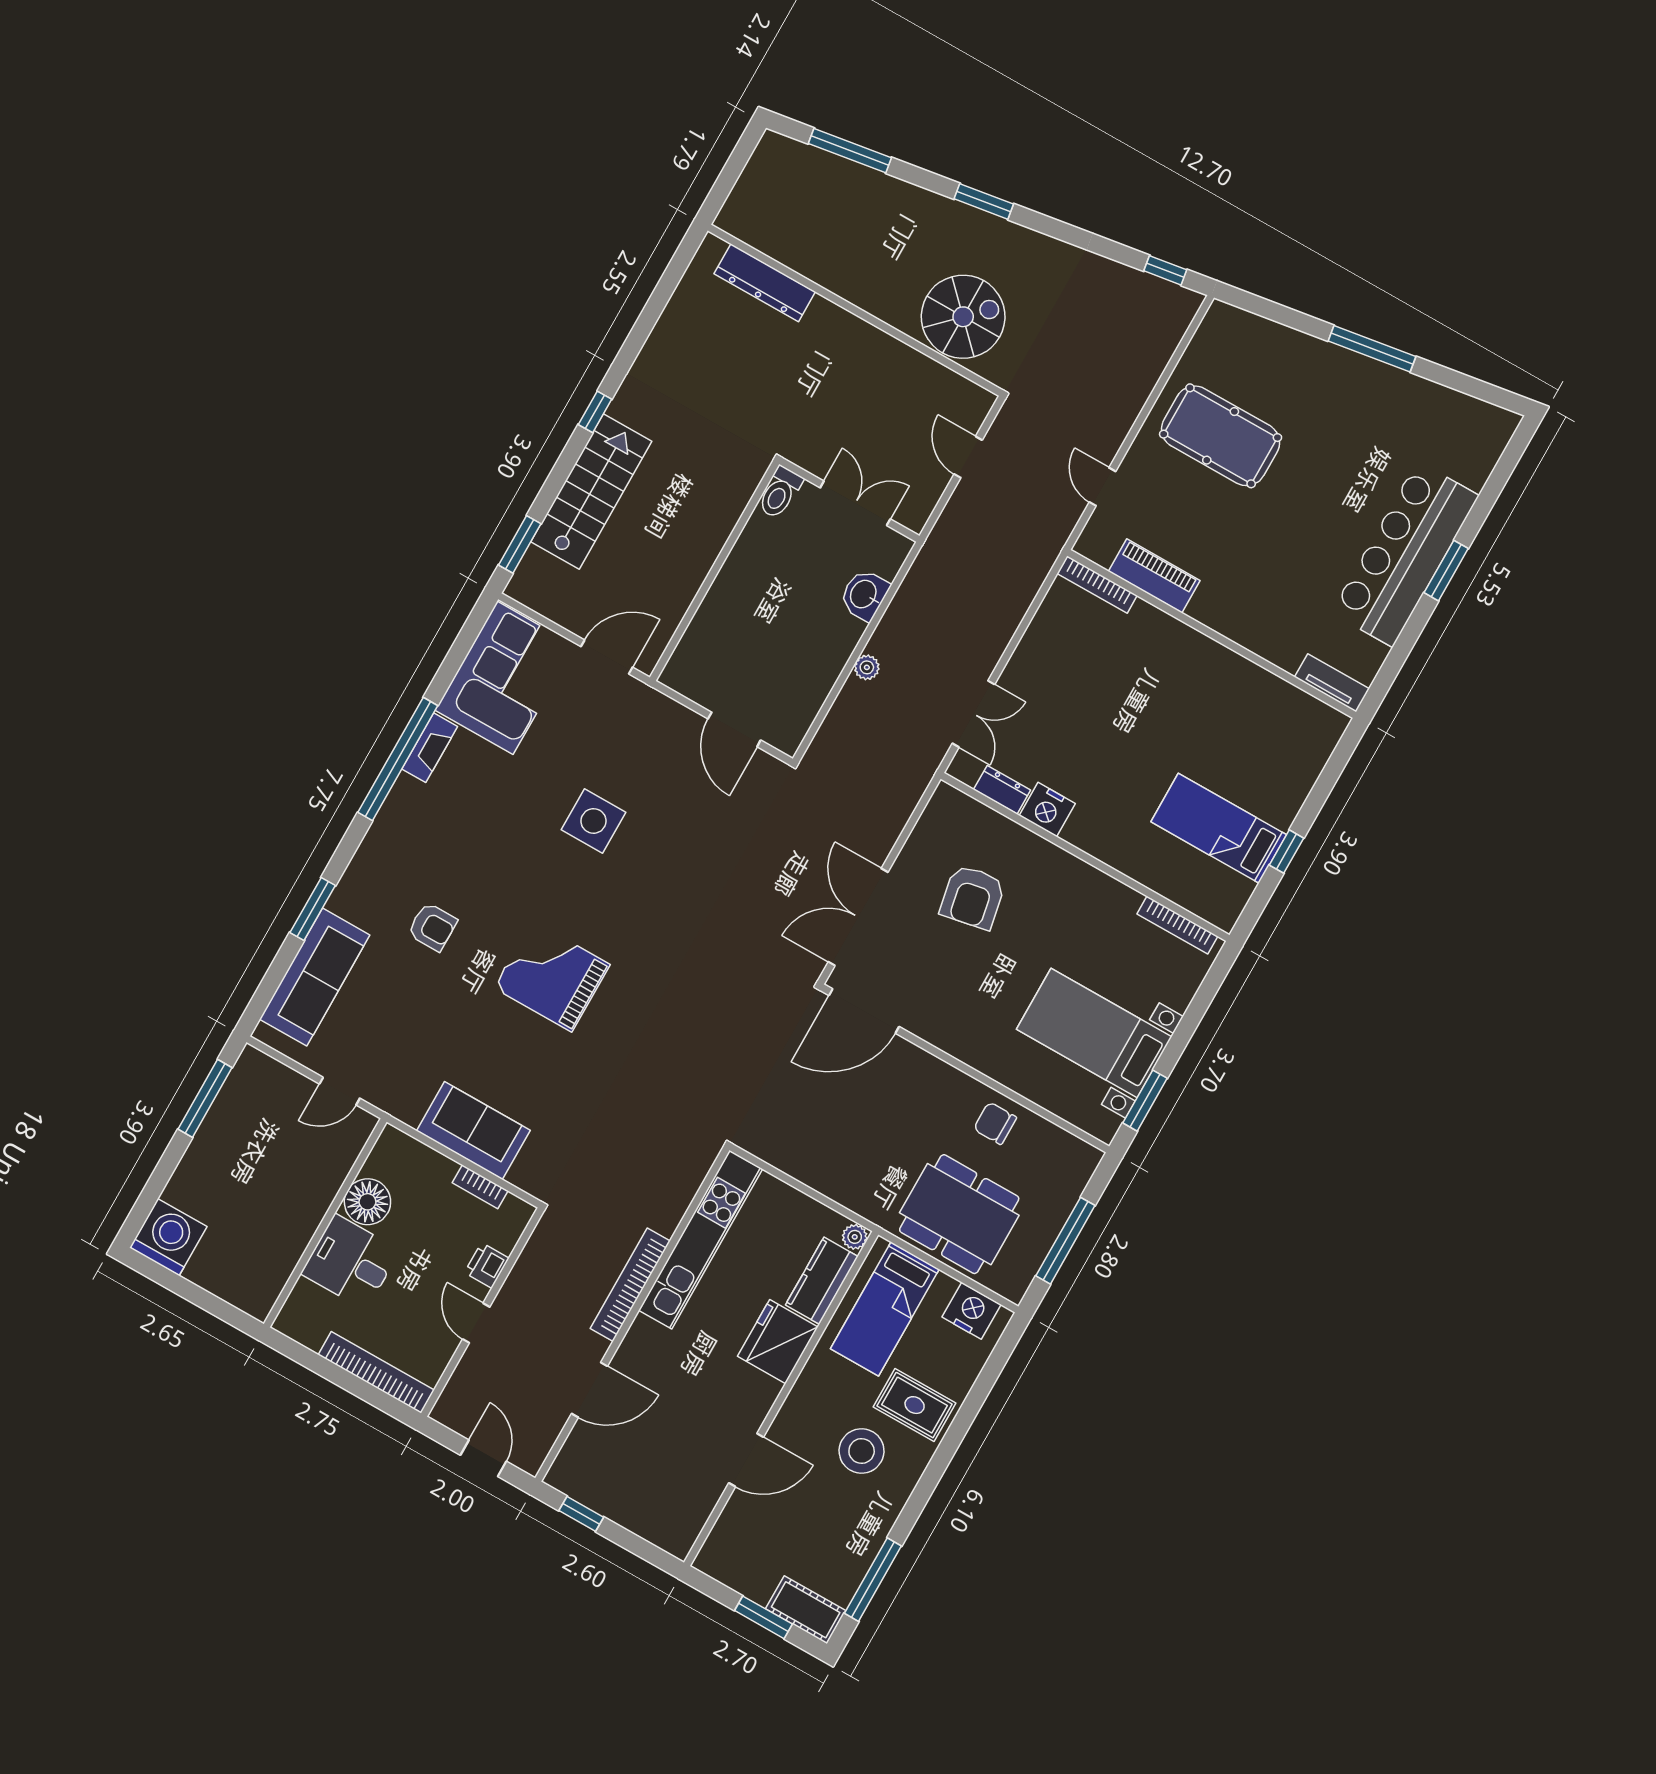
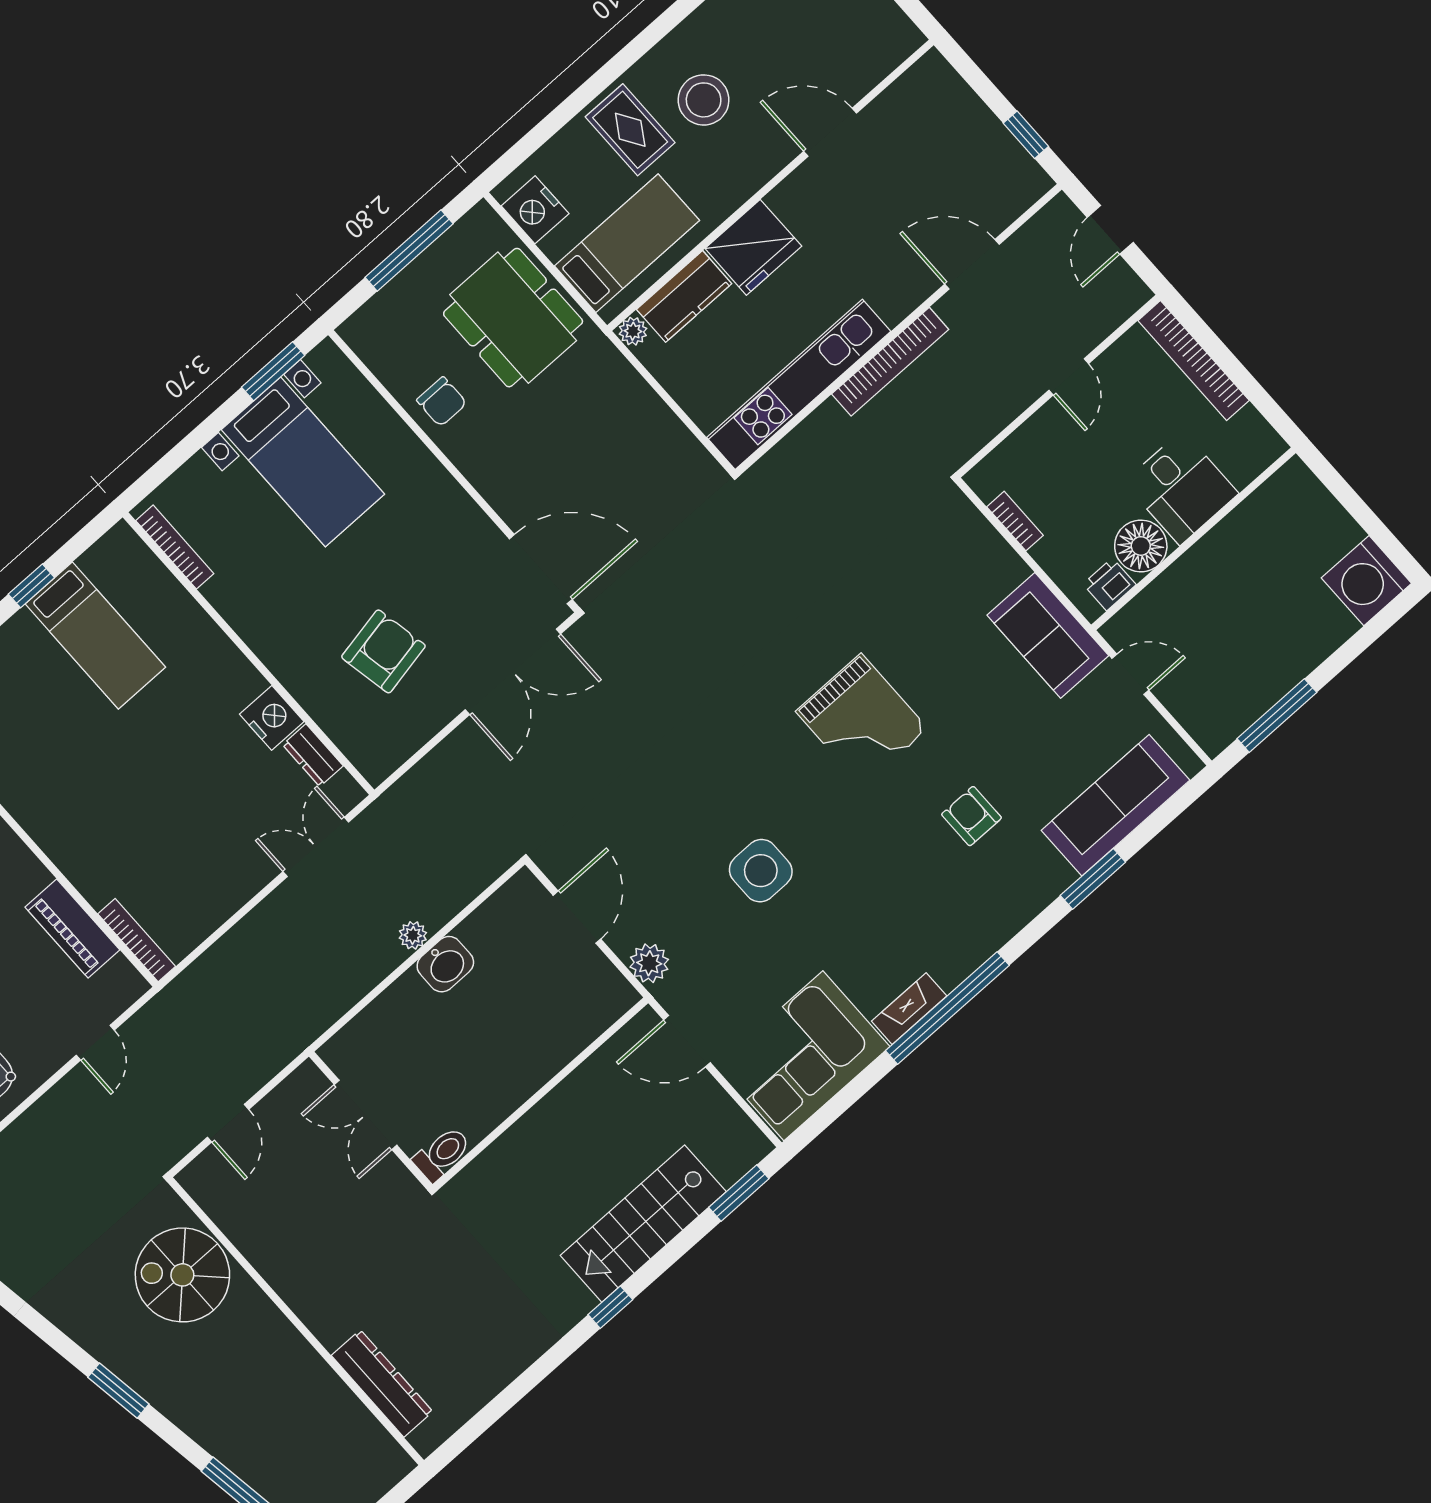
washbasin: (864, 595) -> (445, 964), moved
plant: (661, 711) -> (649, 963), added
sofa: (473, 1131) -> (1048, 635), moved
printer: (487, 1265) -> (1110, 584), moved, turned 180

